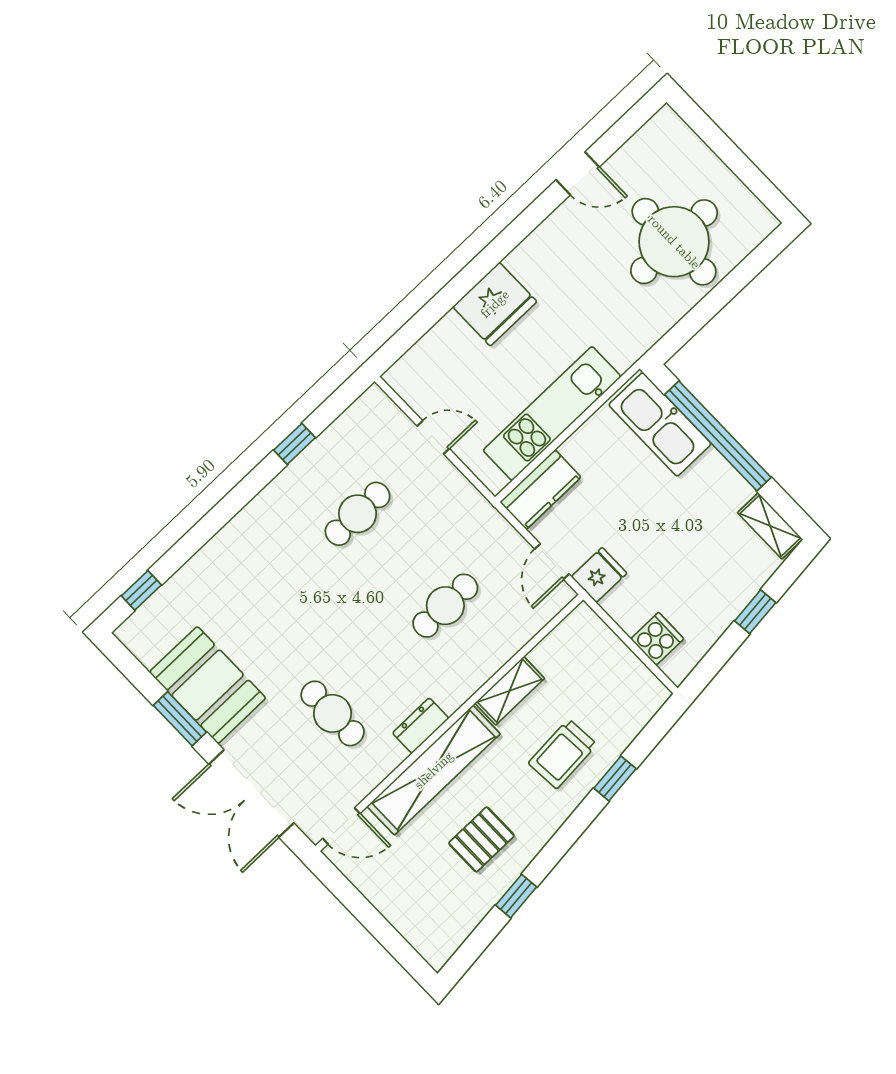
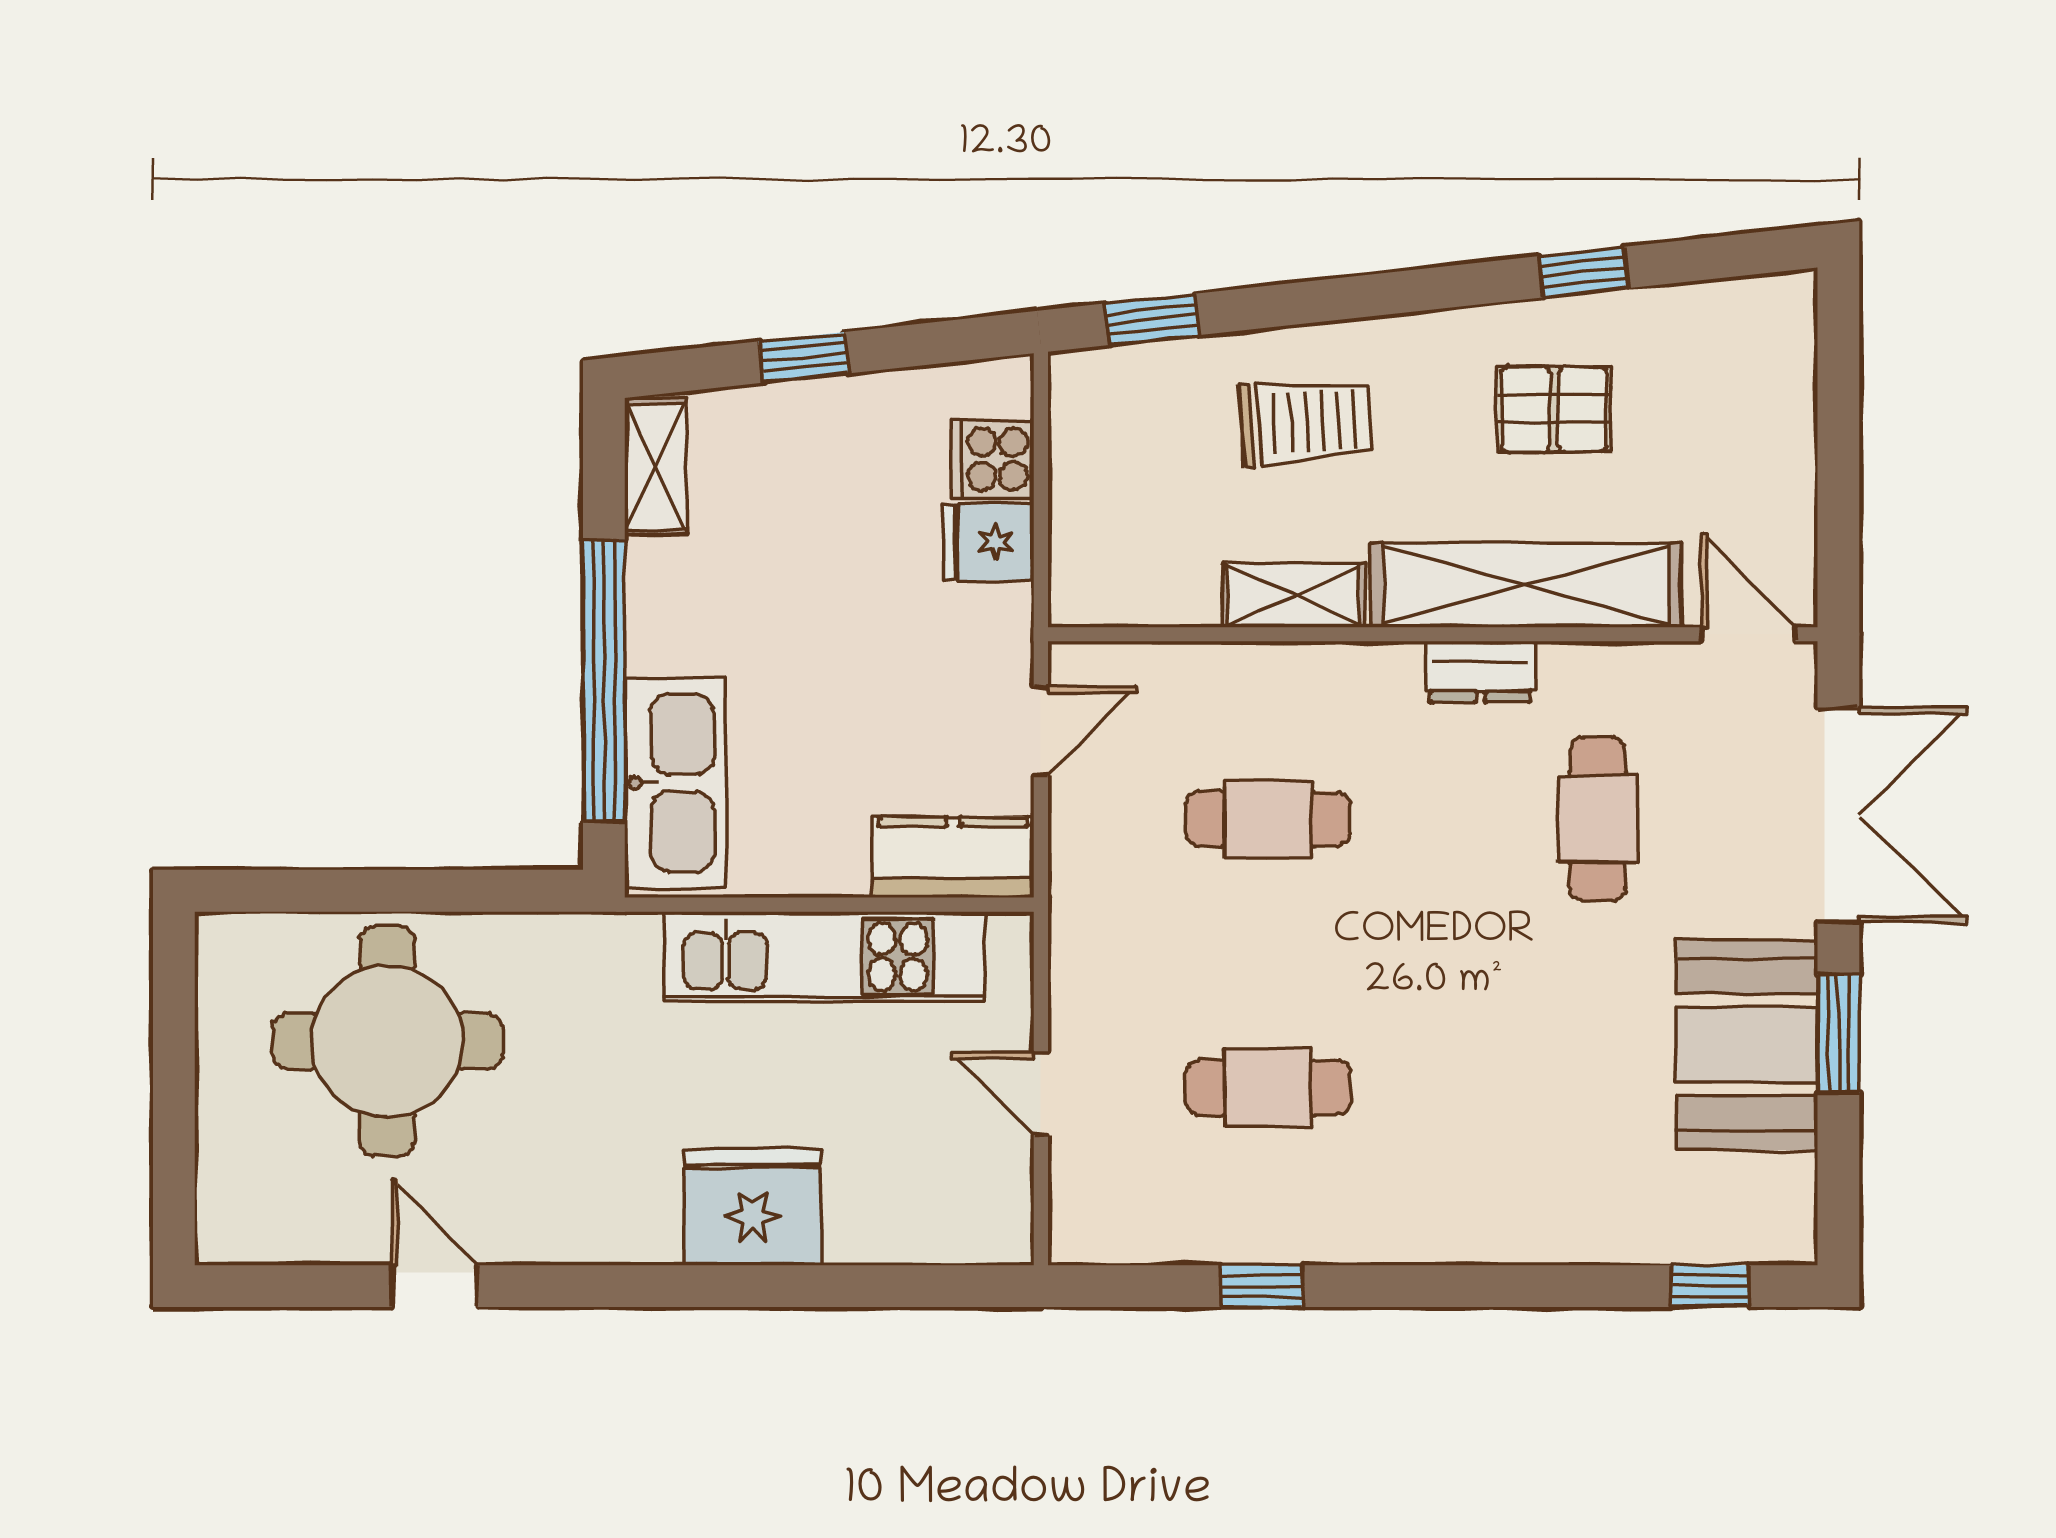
fridge: (599, 575) -> (988, 542), moved
window: (615, 778) -> (1152, 319), moved

